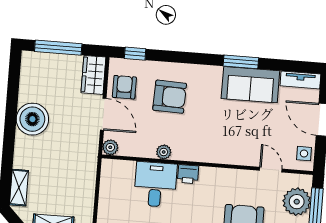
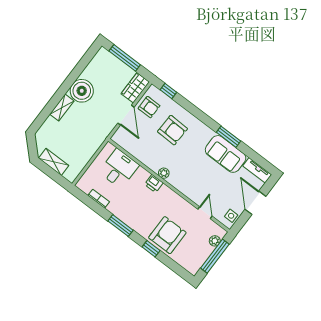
armchair: (124, 87) -> (149, 107), turned 90
plant: (110, 147) -> (118, 138), removed
plant: (164, 152) -> (164, 173), moved
desk: (155, 184) -> (119, 169), moved
shelving: (19, 188) -> (62, 108), moved
plant: (297, 202) -> (215, 241), width x0.53, depth x0.53

